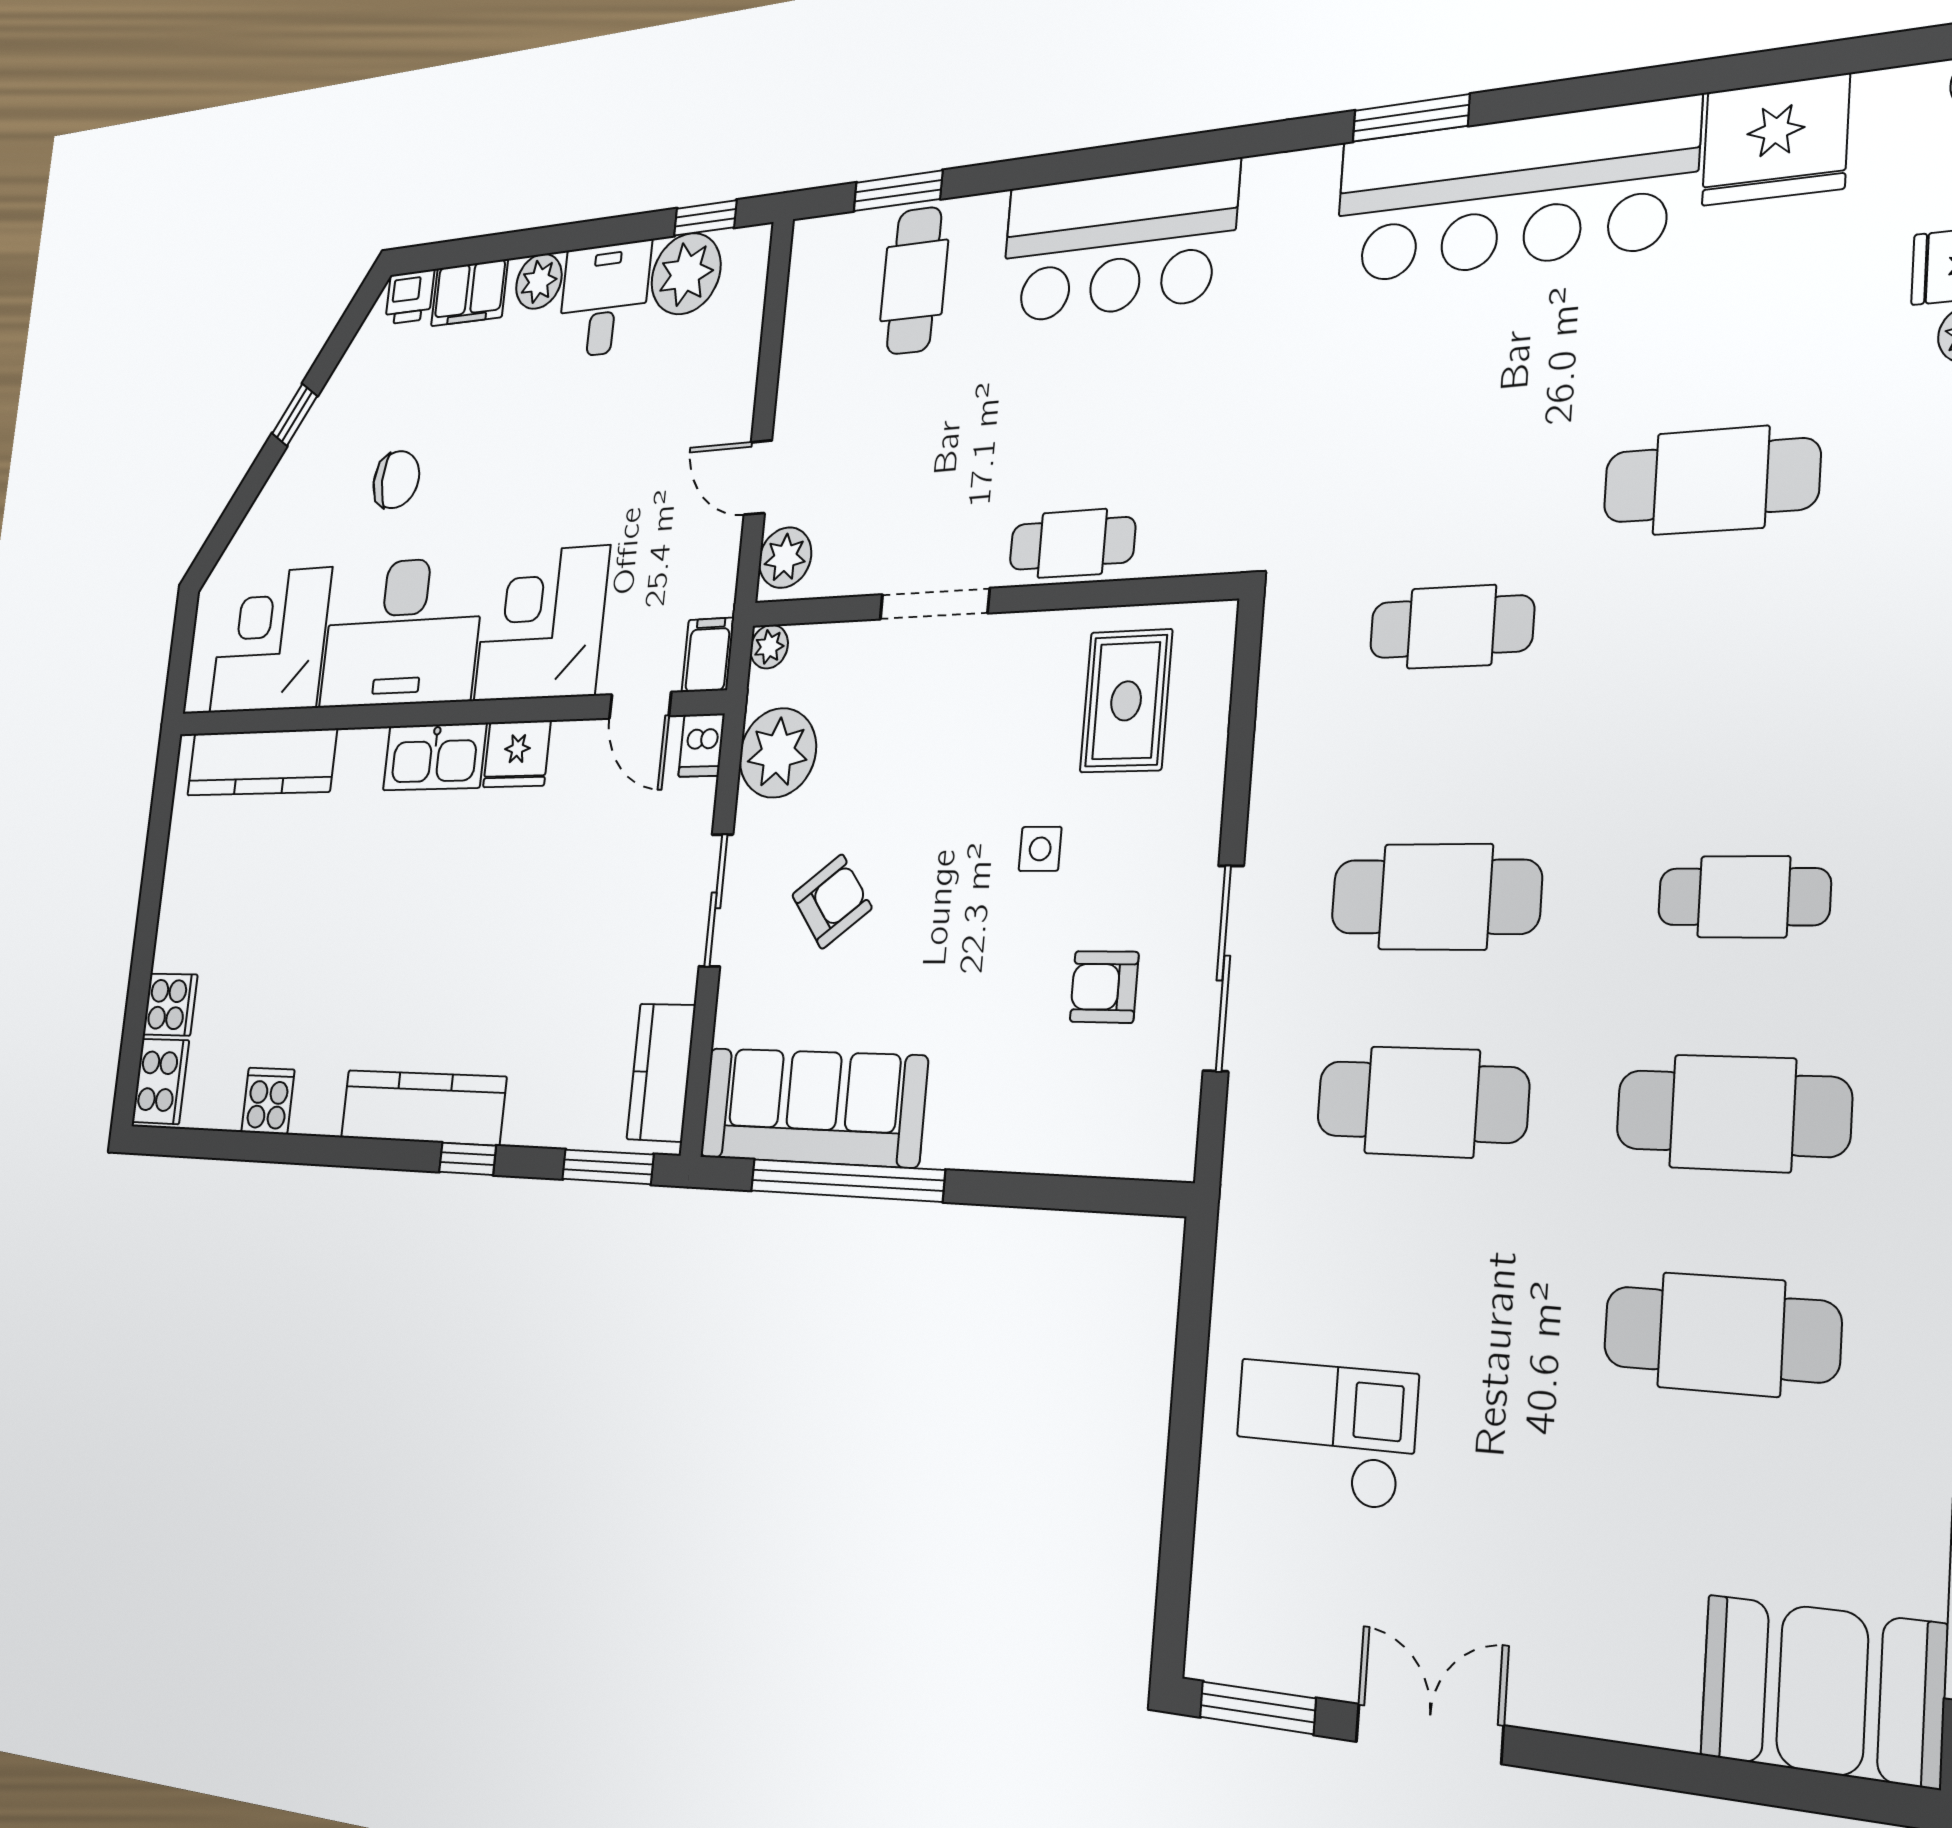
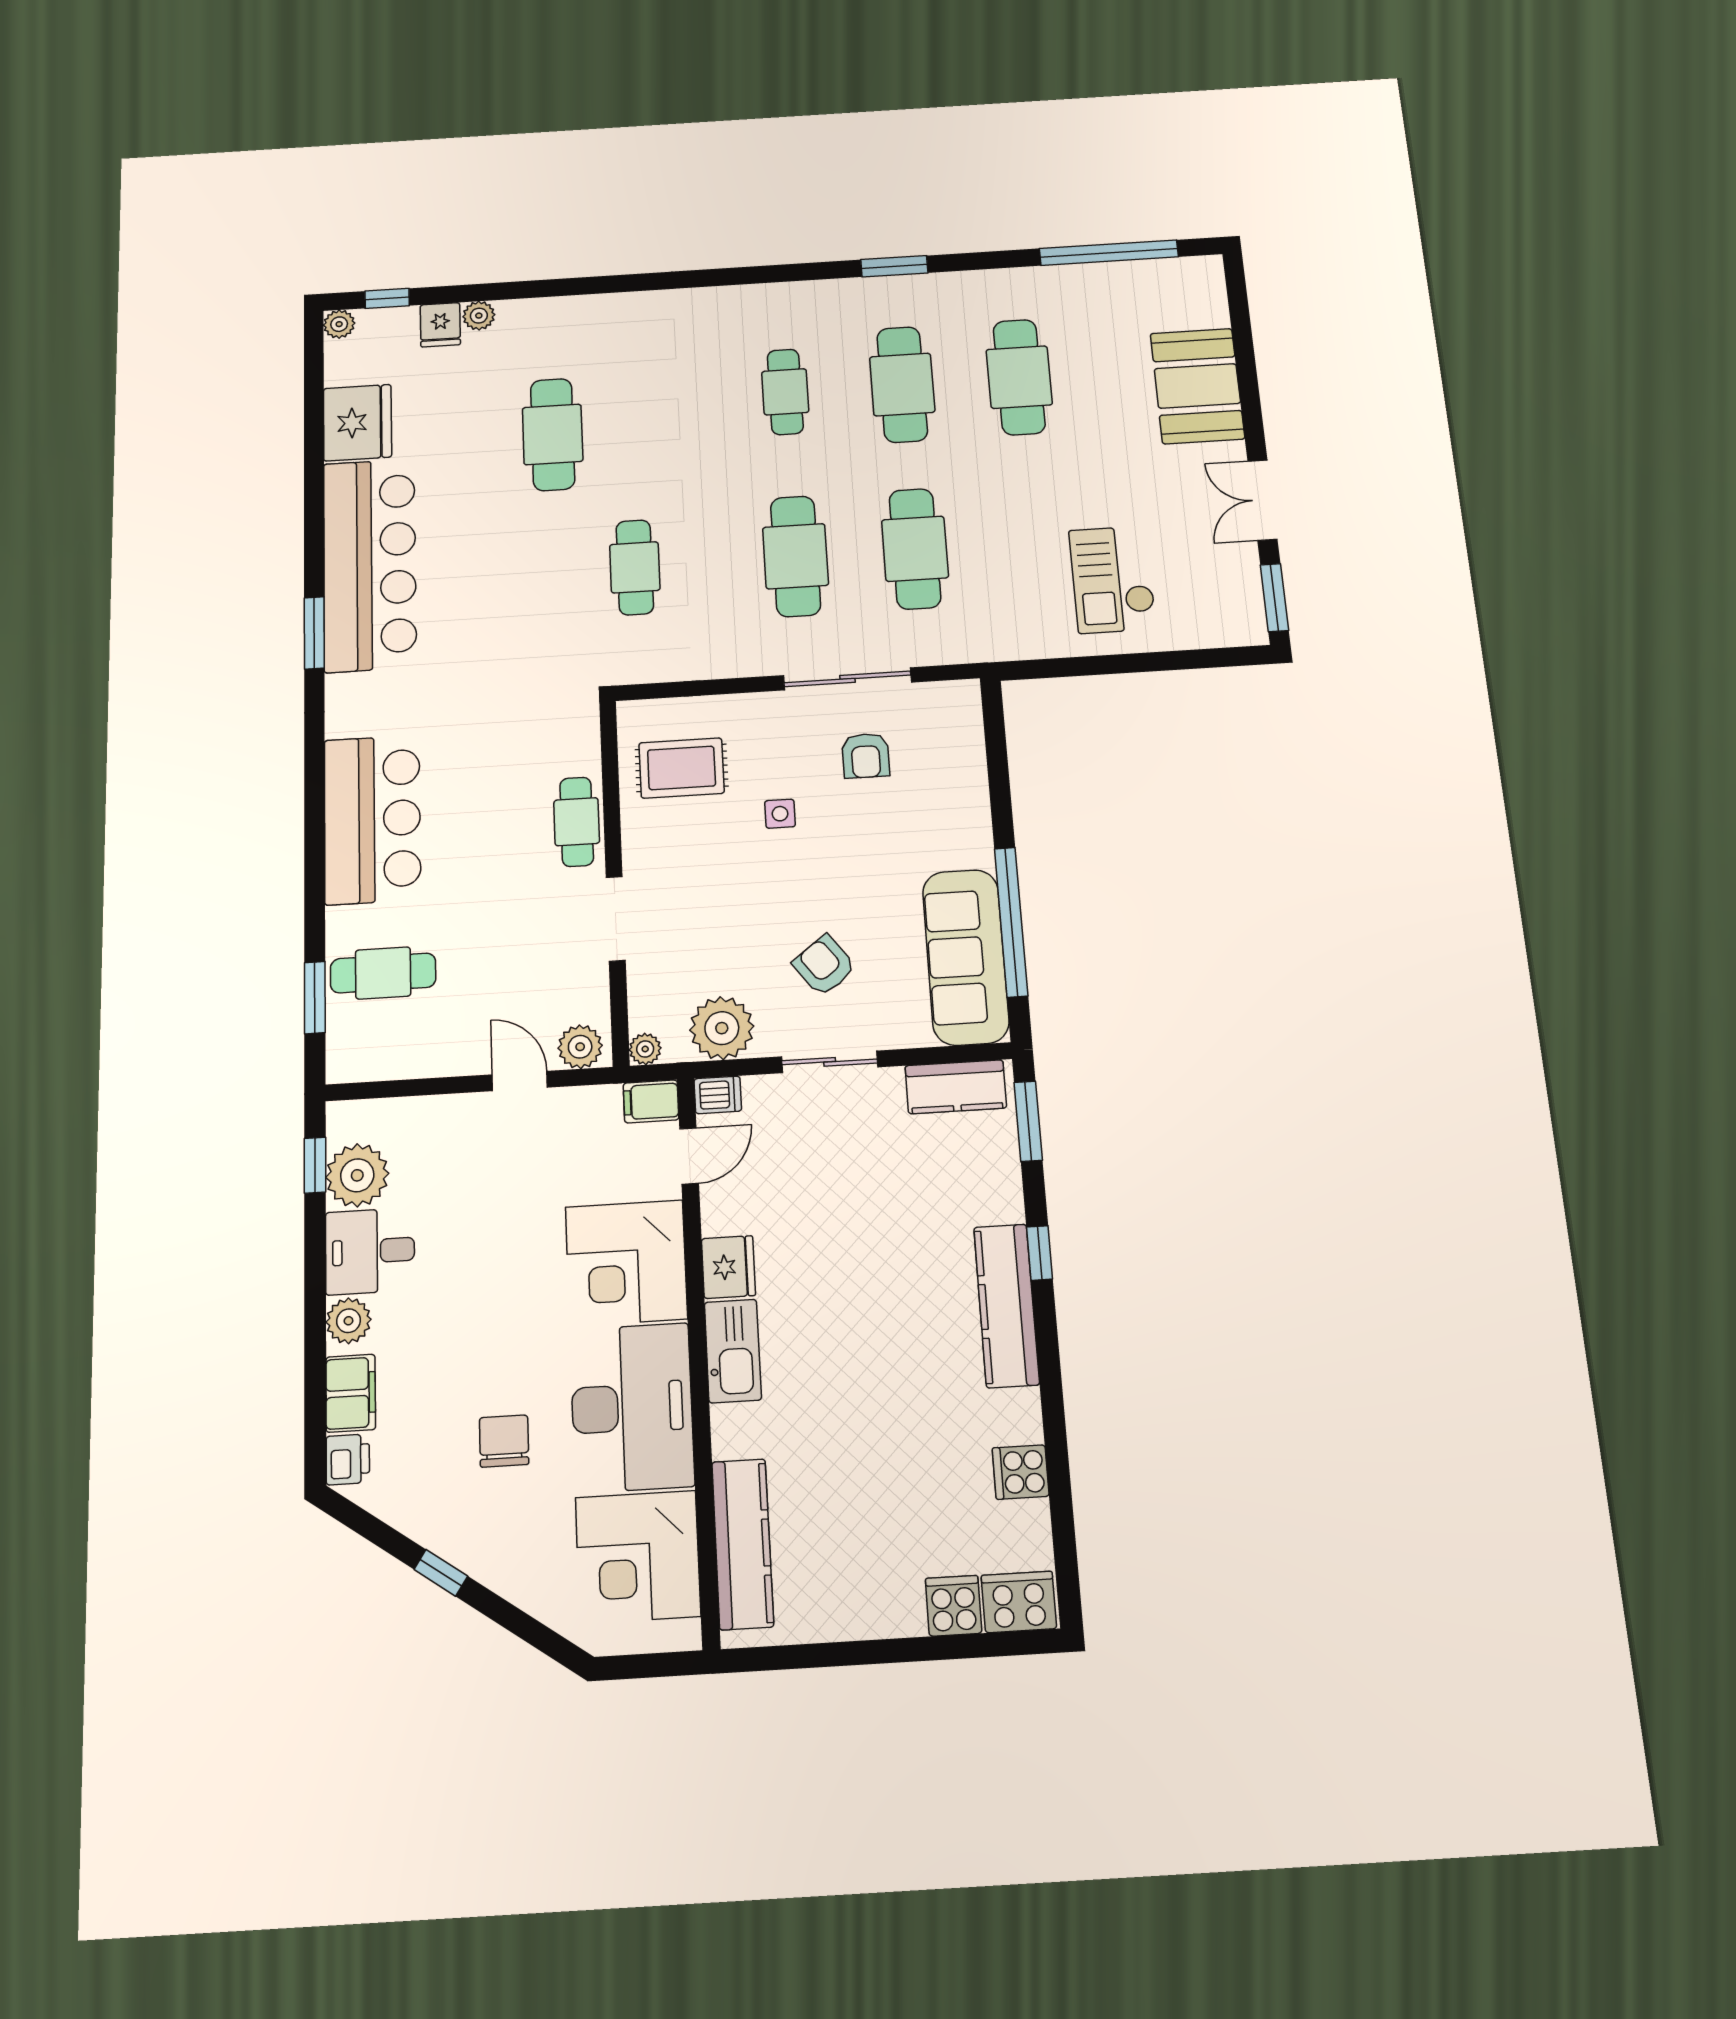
door: (758, 478) -> (520, 1081), swing flipped
booth: (1822, 1690) -> (1197, 386), moved

